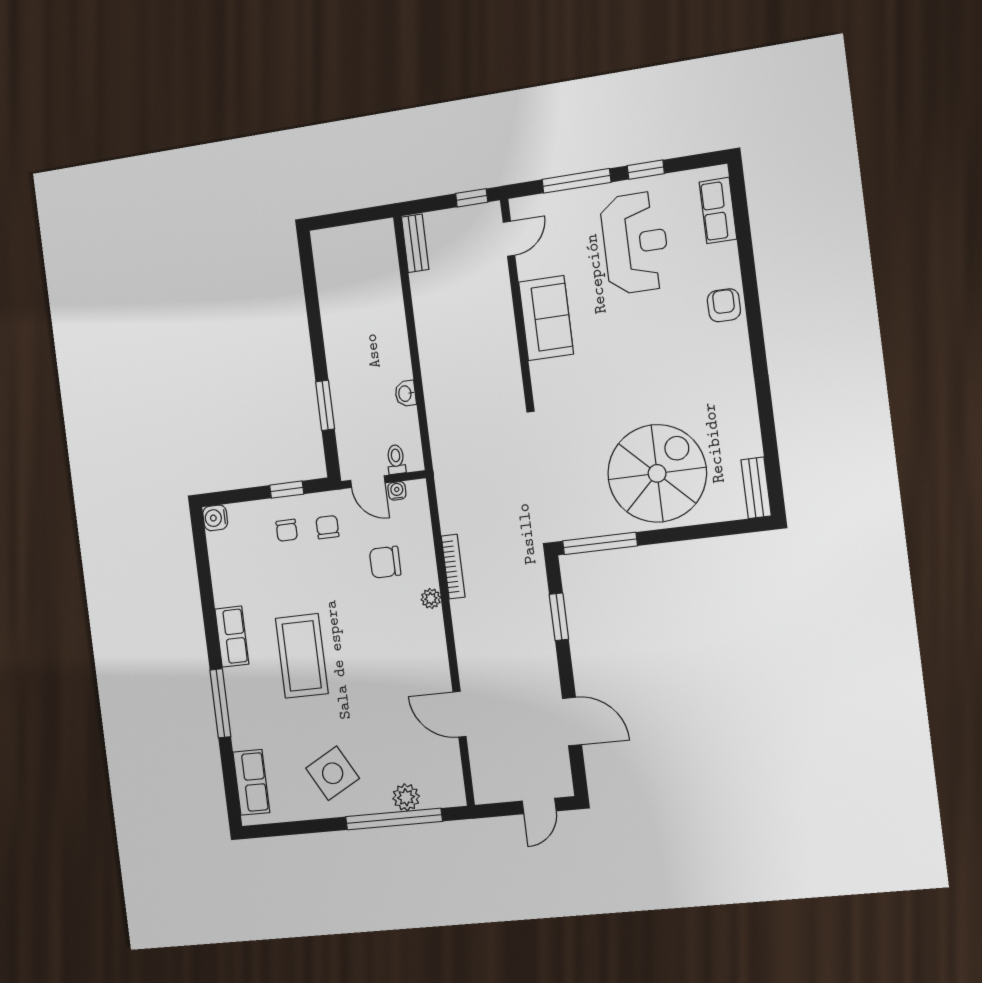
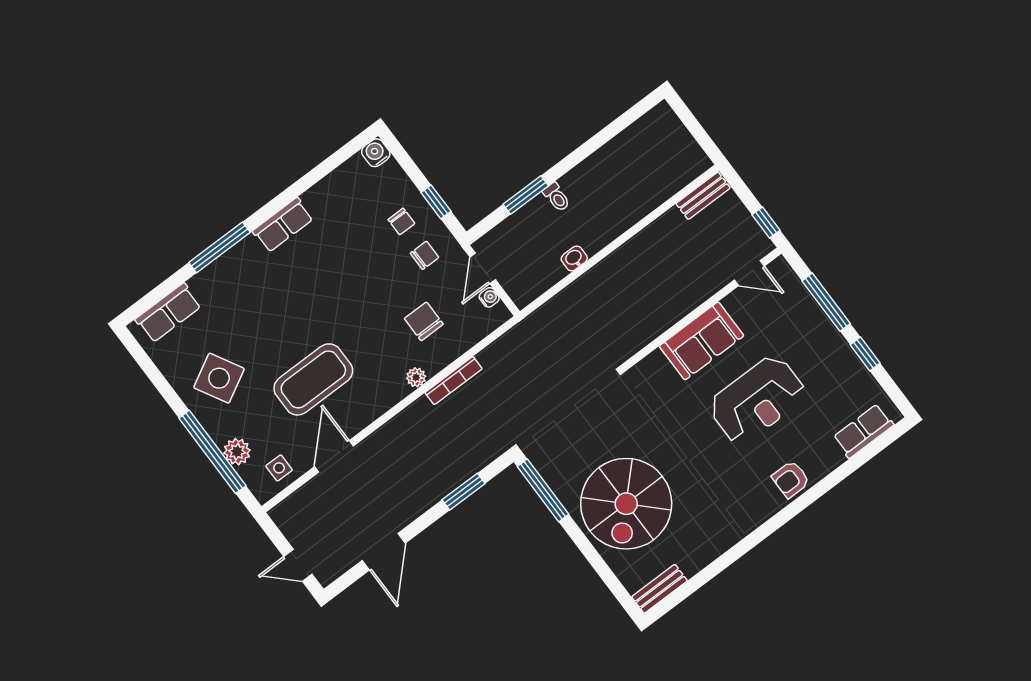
reception desk: (635, 243) -> (757, 400), moved
armchair: (724, 305) -> (791, 479), turned 180
toilet: (396, 459) -> (557, 197), moved, turned 90
spiral stairs: (657, 473) -> (626, 504), turned 90
chair: (287, 530) -> (401, 221), turned -90
coffee table: (302, 656) -> (313, 379), moved
side table: (442, 769) -> (279, 468), added

